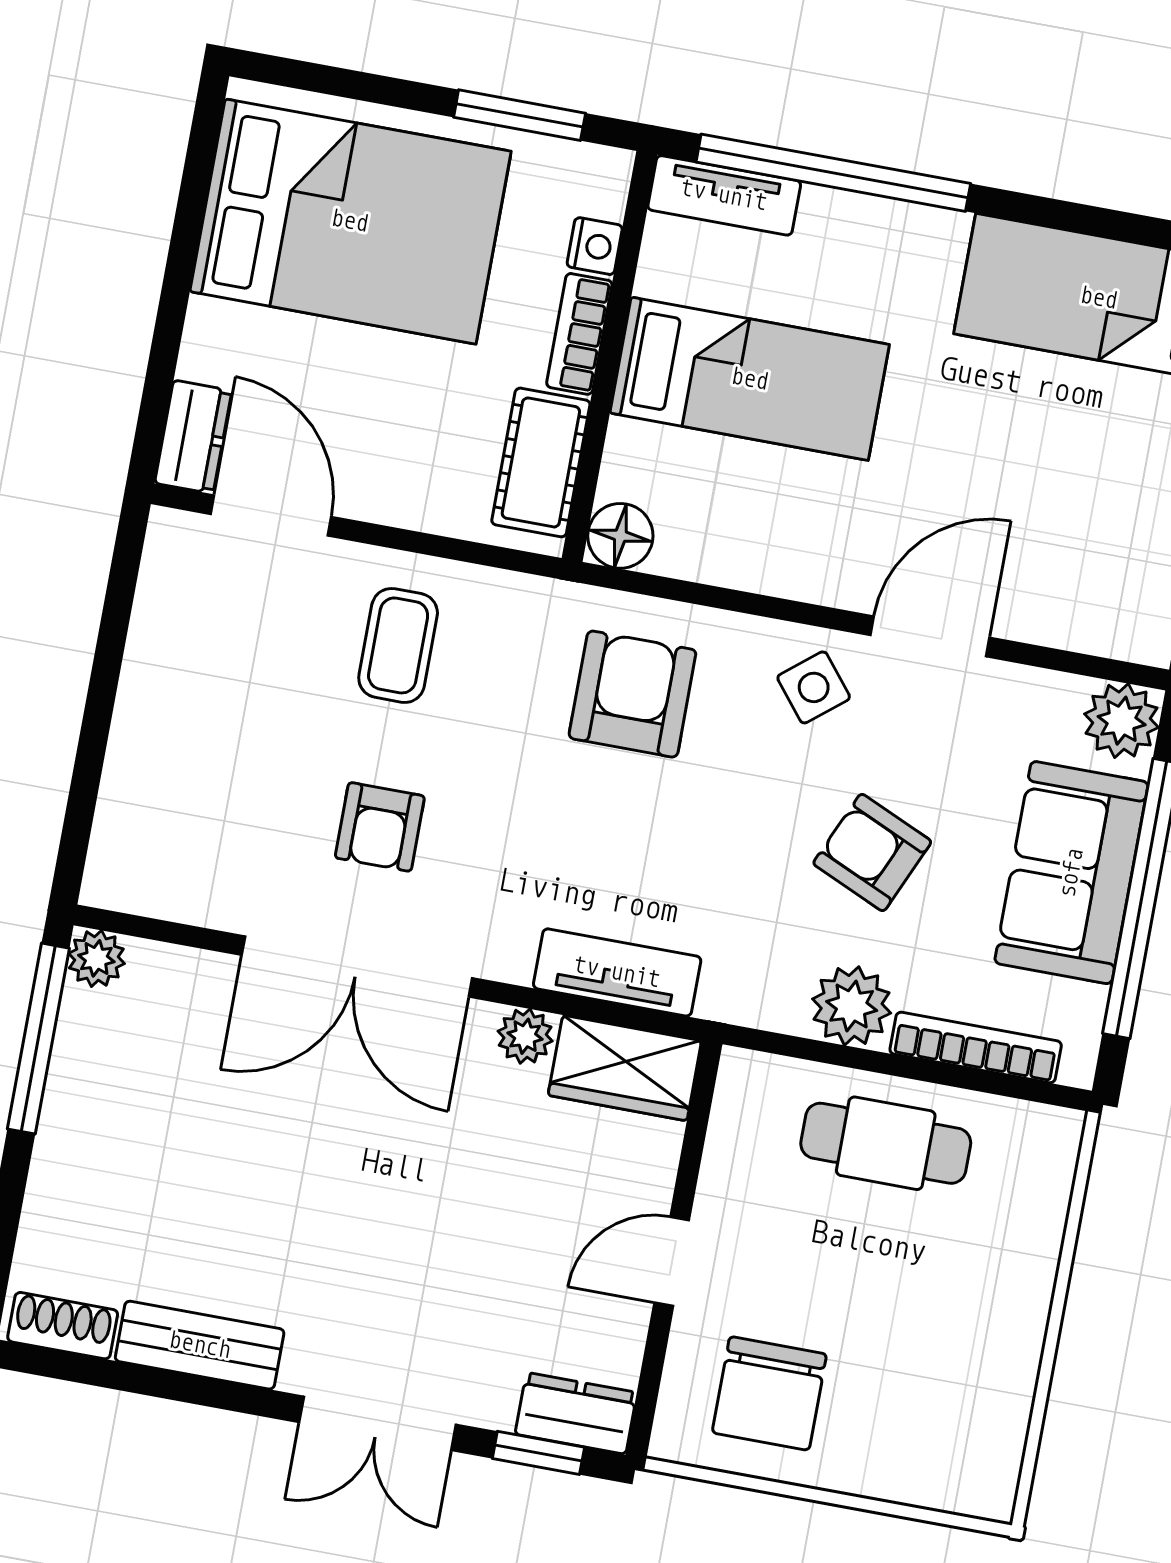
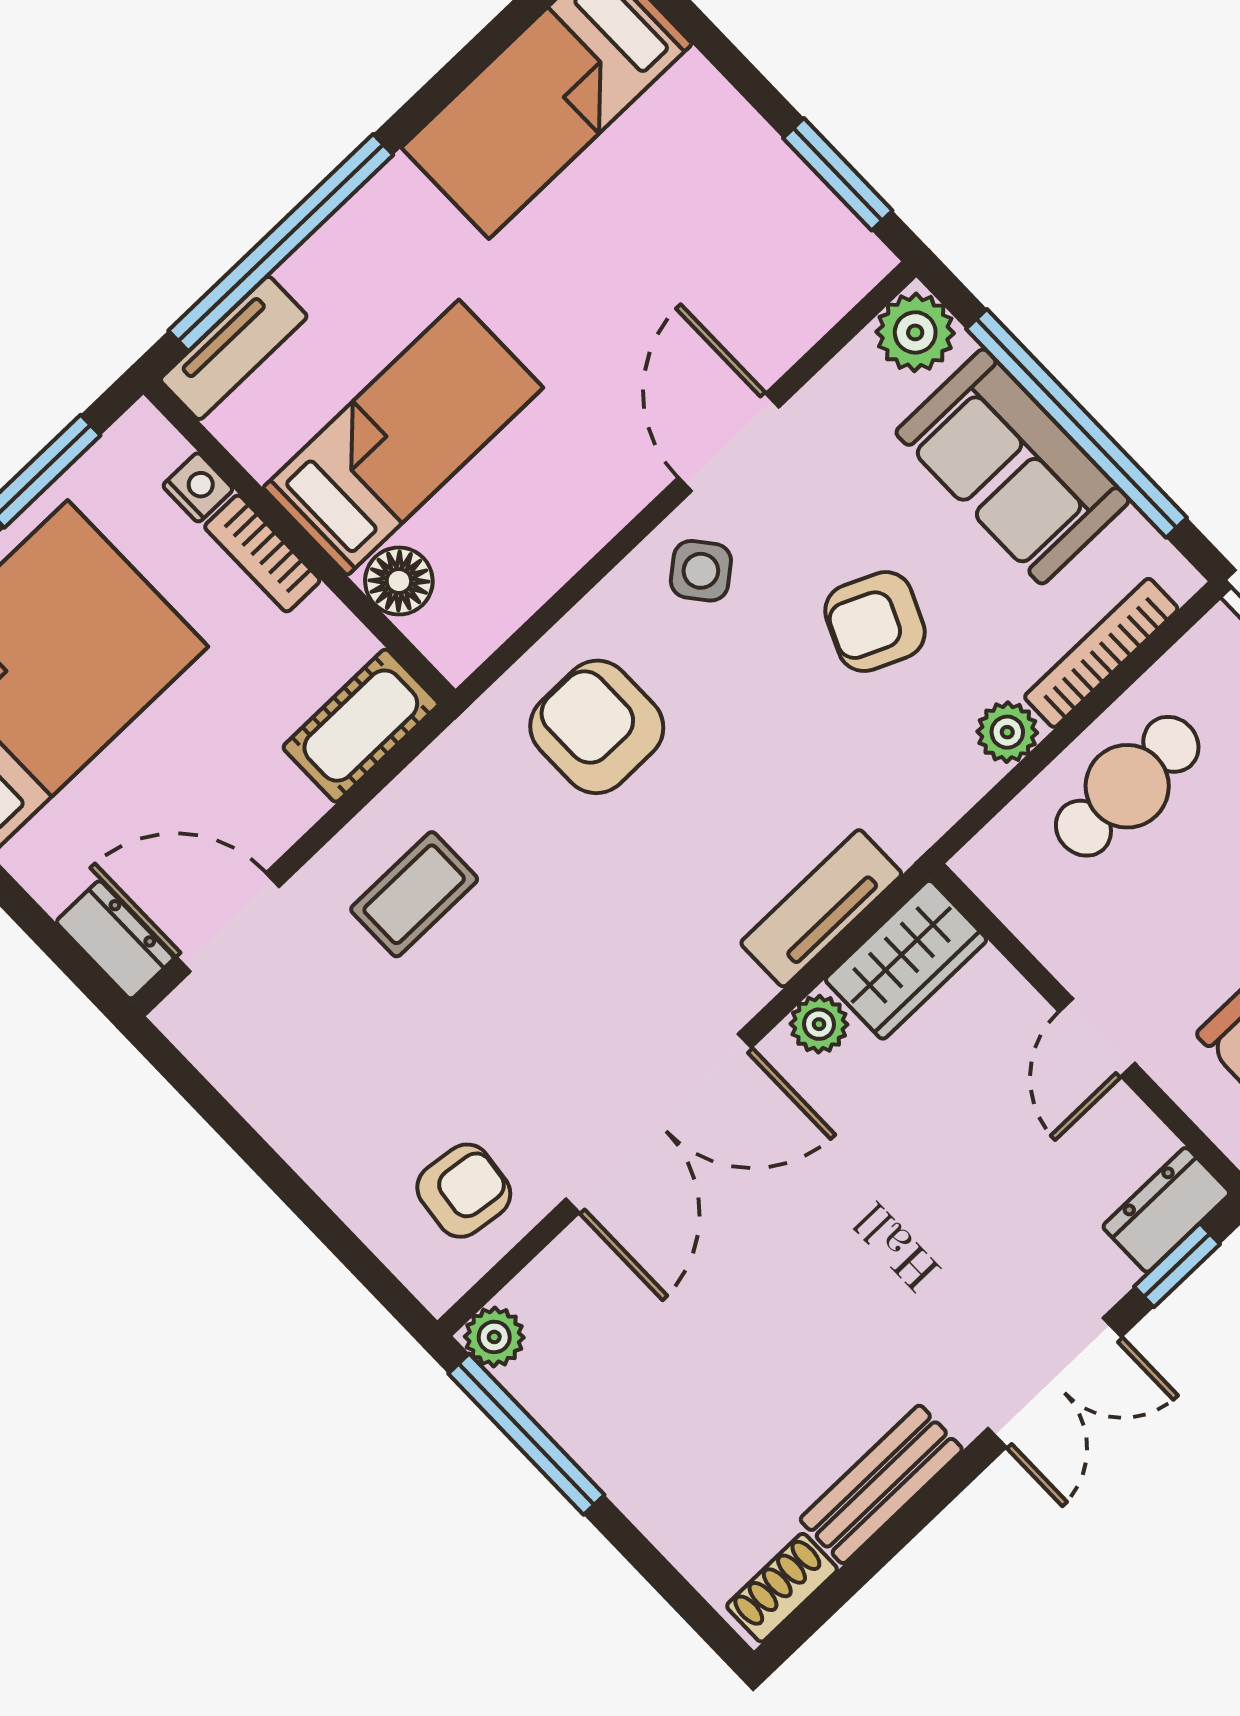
cot: (541, 462) -> (361, 726), moved, turned 90
floor lamp: (620, 536) -> (399, 581), moved
coffee table: (398, 645) -> (414, 894), turned 90
armchair: (380, 827) -> (464, 1191), moved, turned -83
plant: (852, 1006) -> (1007, 732), width x0.73, depth x0.73

